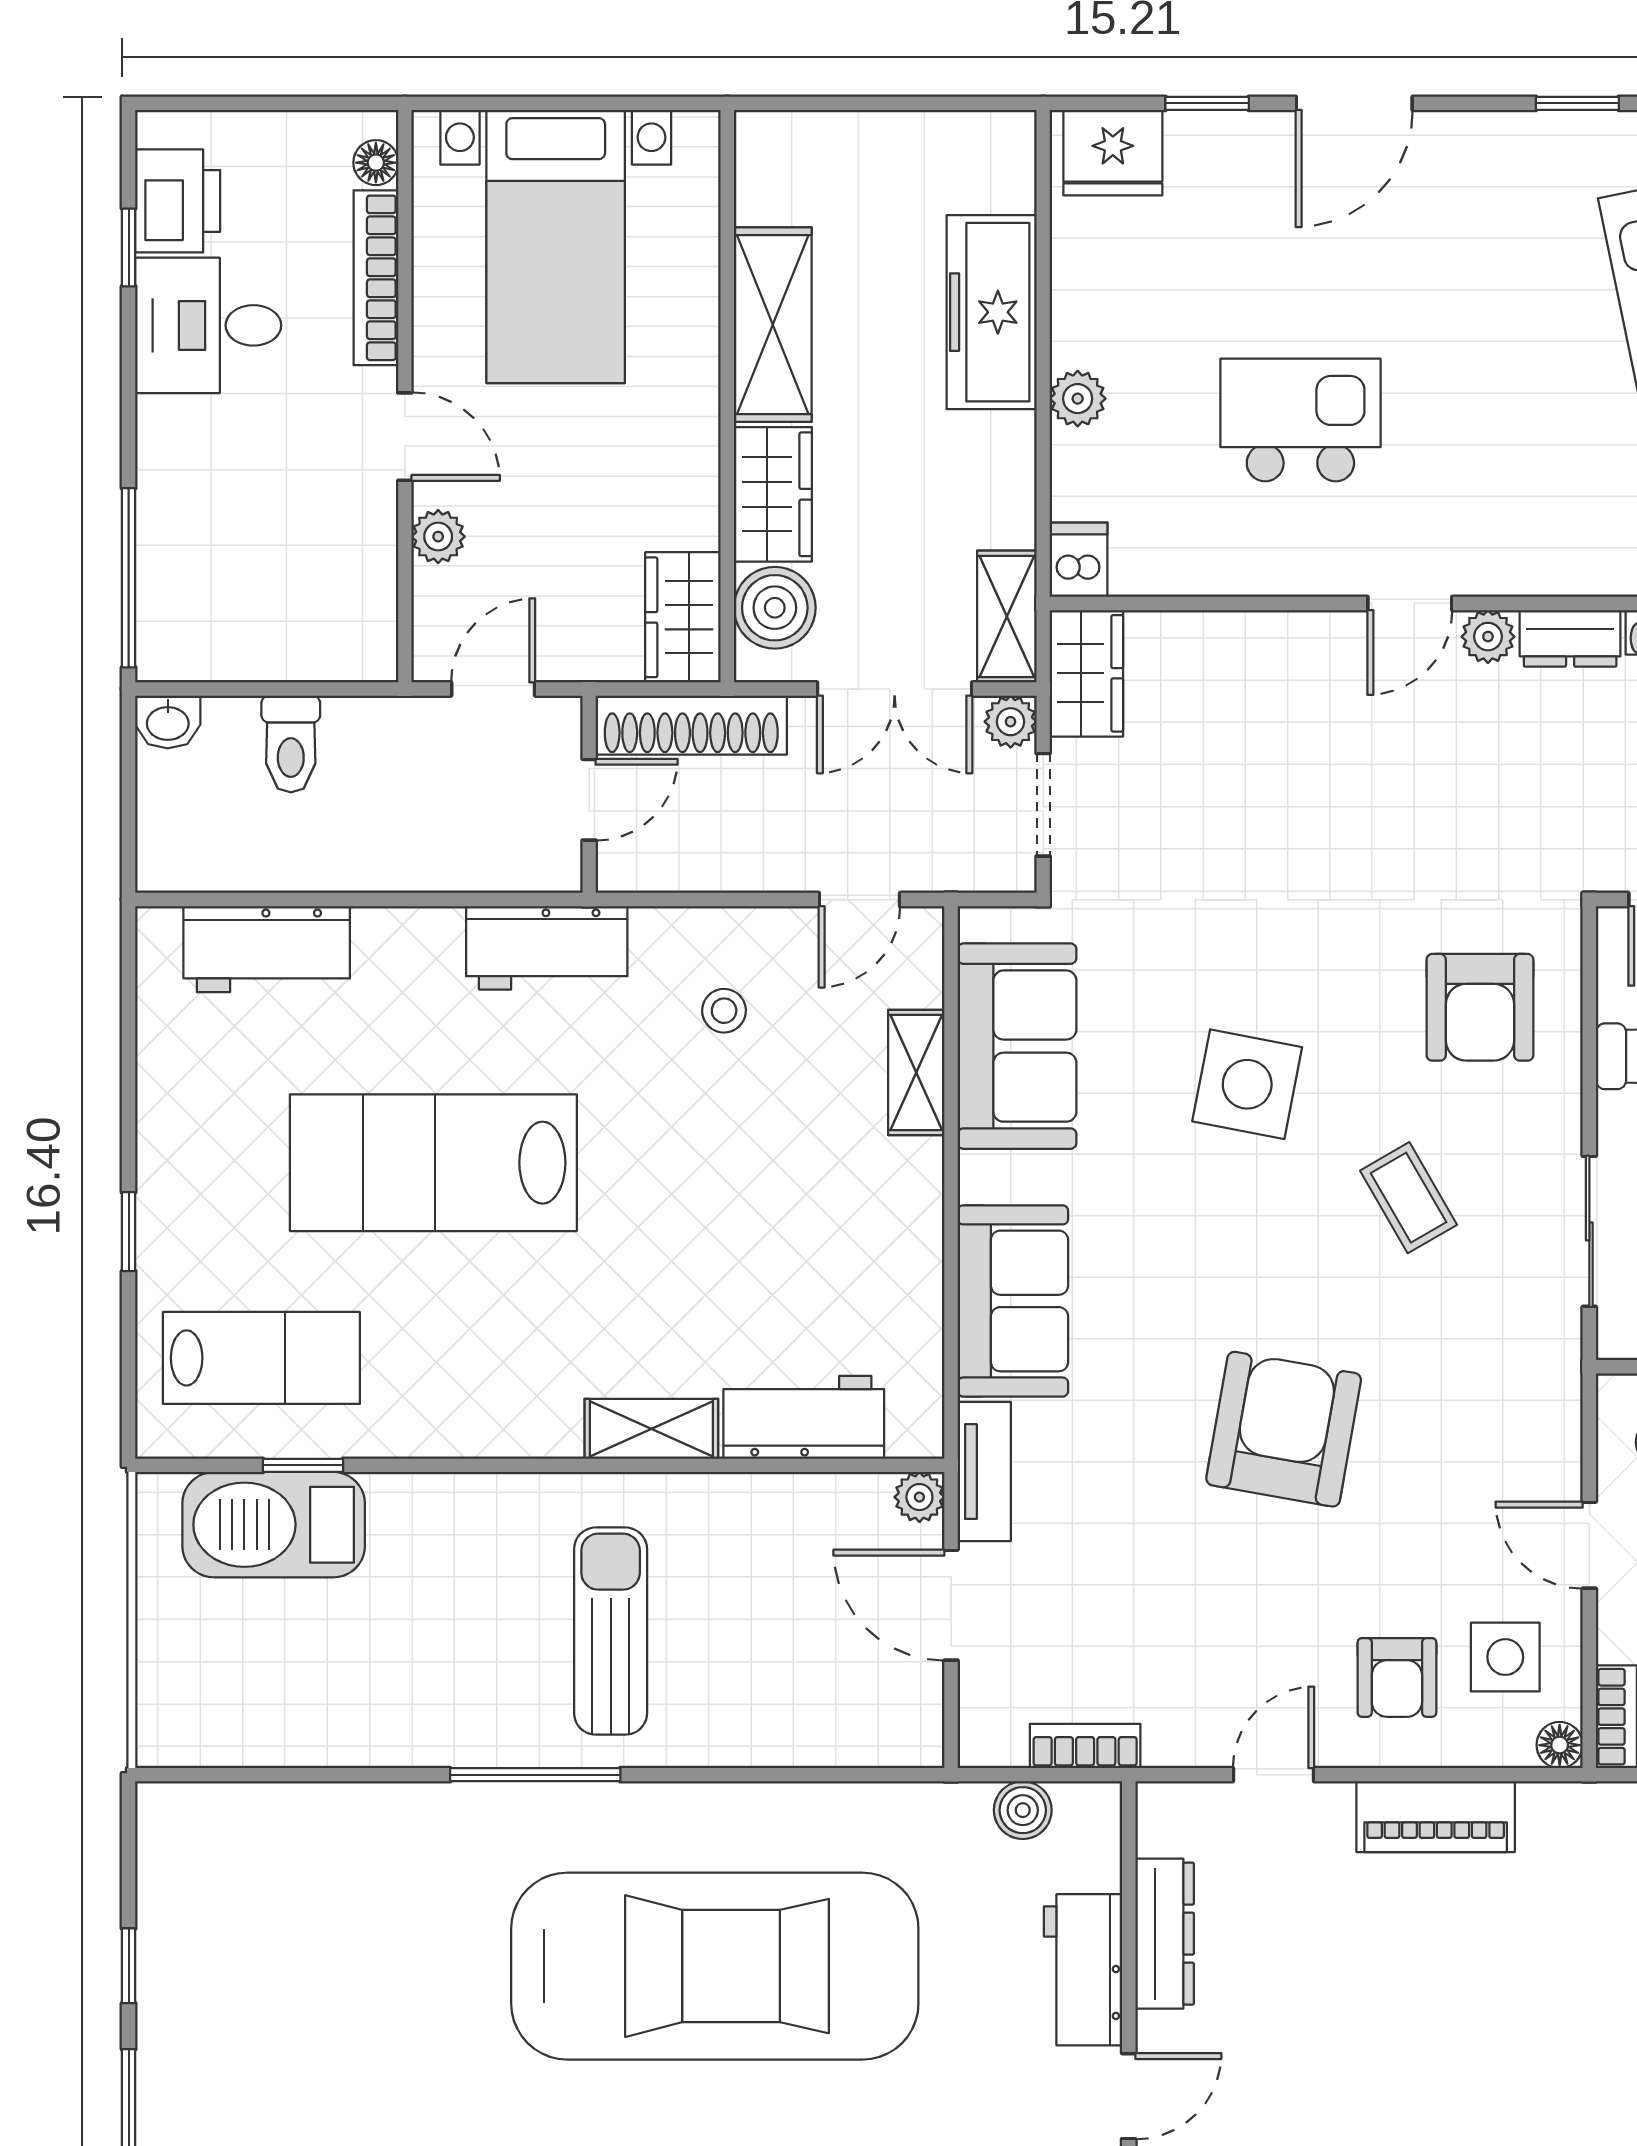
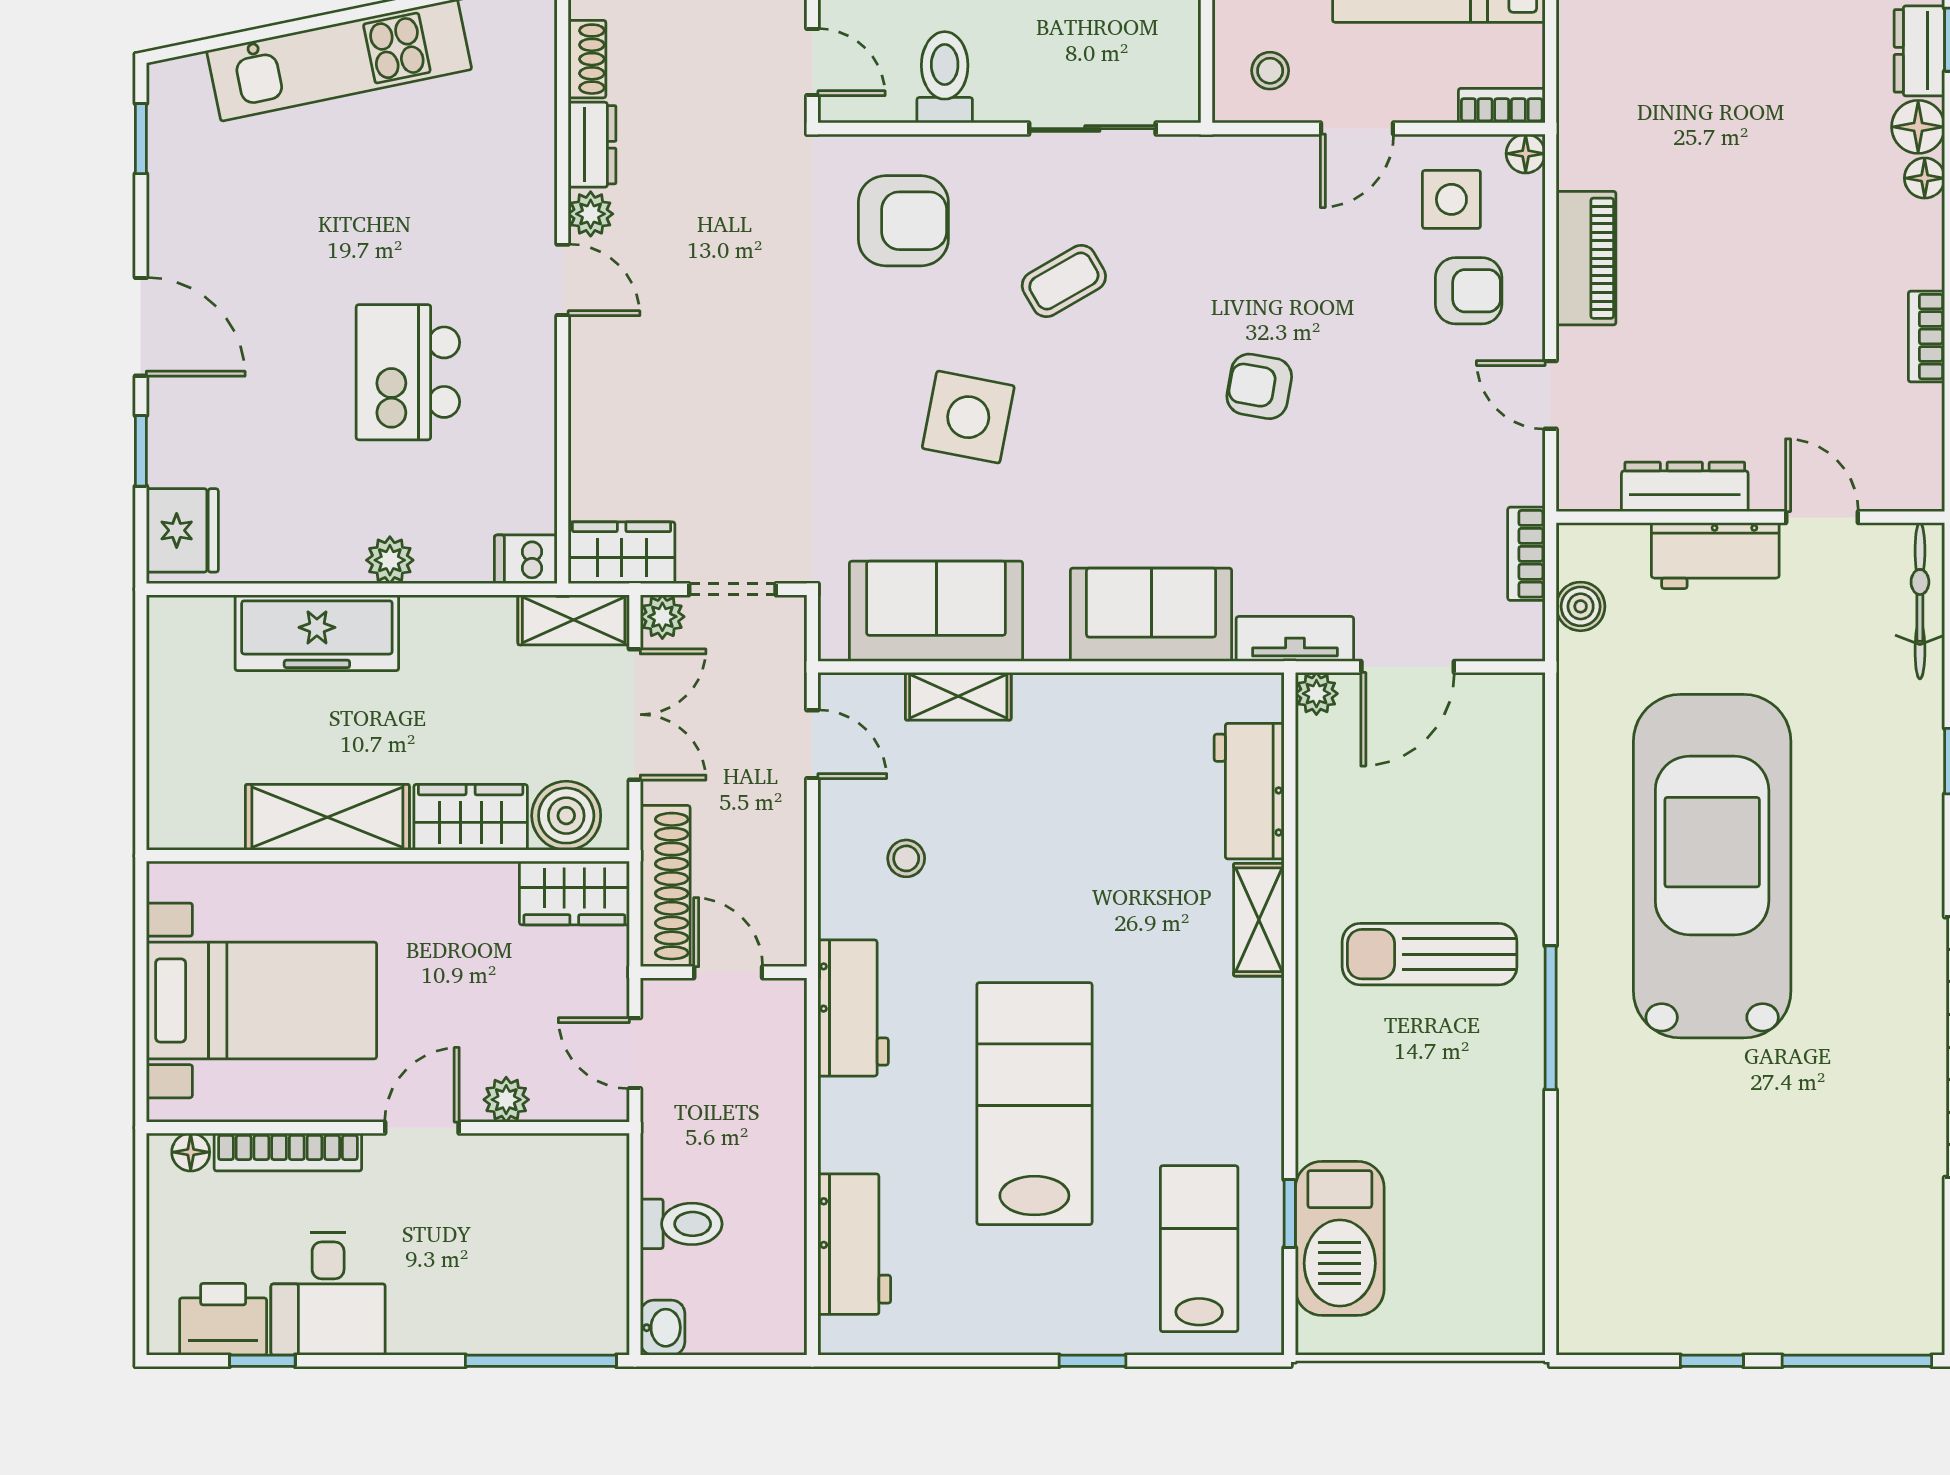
lab bench: (433, 1163) -> (1034, 1104), turned 180
armchair: (1284, 1429) -> (1259, 386), width x0.53, depth x0.53

